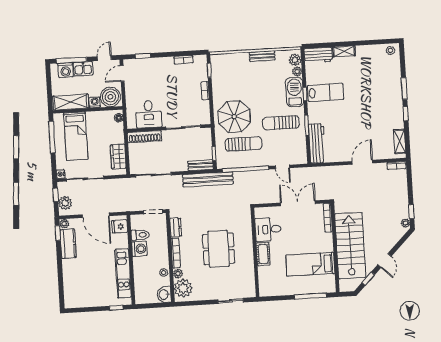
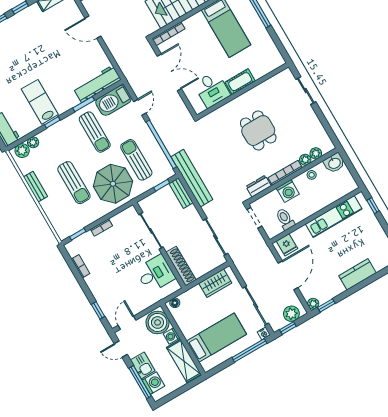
door: (122, 73) -> (127, 323), swing flipped
sun lounger: (250, 87) -> (74, 183), added
barbecue: (295, 92) -> (114, 100), moved
window: (52, 137) -> (249, 350), moved
double door: (298, 203) -> (169, 72), swing flipped
kitchen counter: (68, 244) -> (357, 274), moved
washing machine: (139, 249) -> (288, 191), moved, turned 180
dining table: (219, 249) -> (258, 131), width x0.73
plant: (183, 288) -> (316, 153), width x0.53, depth x0.53

